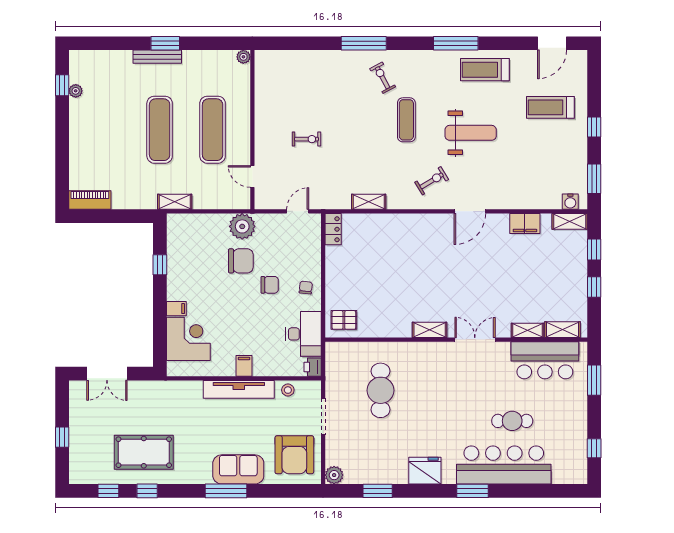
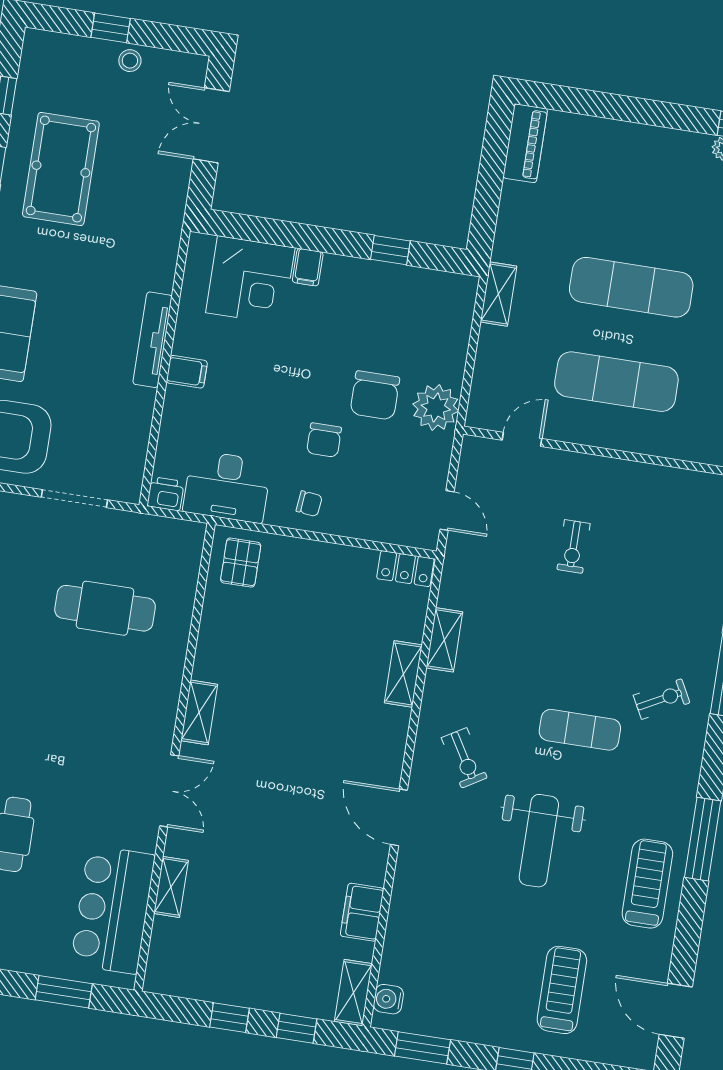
shelving: (562, 330) -> (403, 674), moved
tv unit: (239, 389) -> (152, 340), width x0.73, depth x0.78
stool: (288, 390) -> (130, 61), moved

